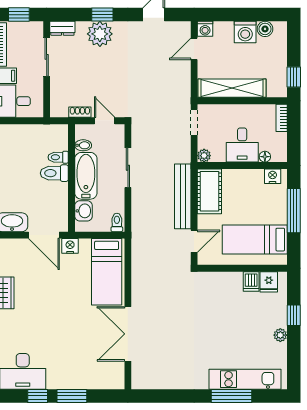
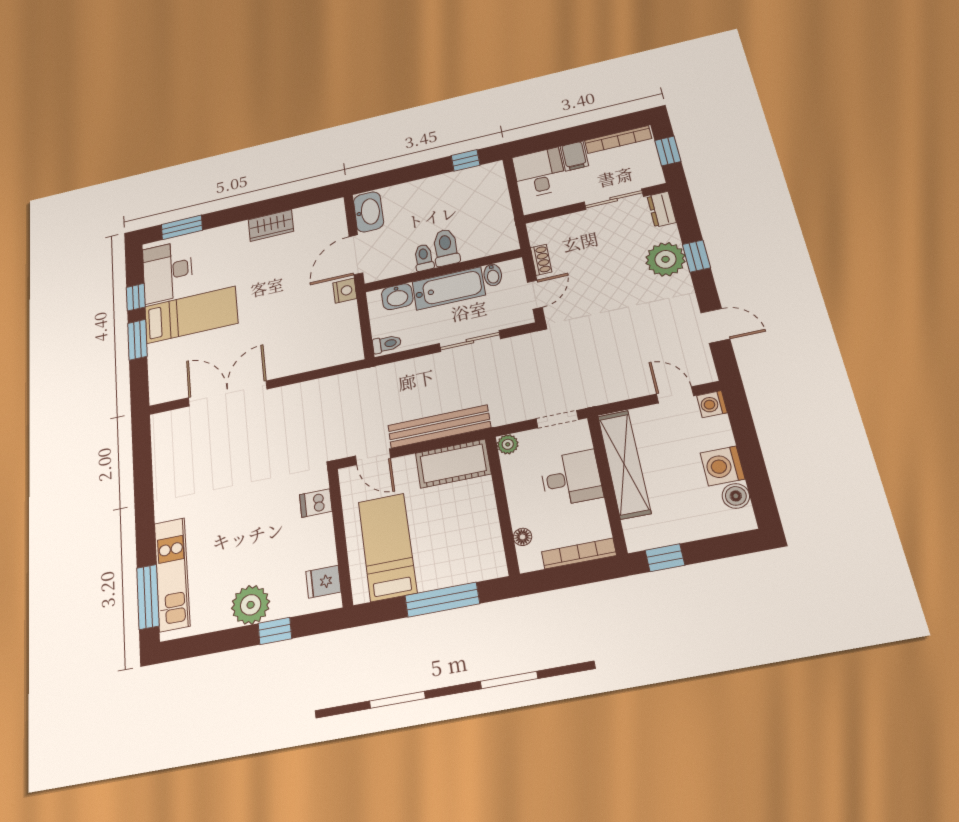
bookcase: (282, 118) -> (579, 554), width x1.56
desk: (242, 145) -> (571, 478), moved, turned 180
toilet: (58, 157) -> (424, 257), moved
nightstand: (273, 176) -> (493, 555), removed
bed: (107, 272) -> (191, 315), moved, turned 180
dishwasher: (251, 282) -> (316, 503), moved
plant: (280, 335) -> (251, 605), width x1.88, depth x1.88
window: (232, 396) -> (148, 597), moved

